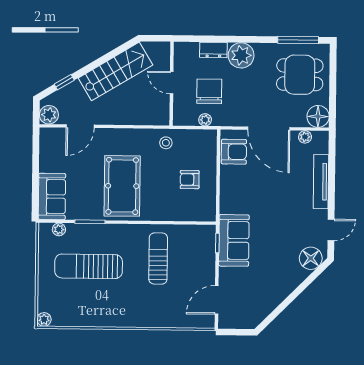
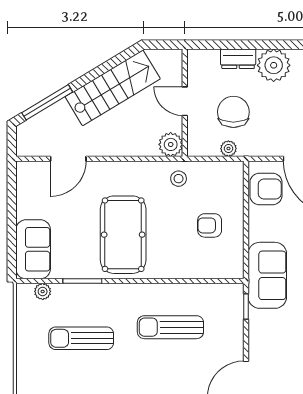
window: (64, 82) -> (47, 102), width x2.17
plant: (49, 115) -> (171, 144), moved
sofa: (234, 240) -> (267, 275), moved
sun lounger: (158, 258) -> (170, 327), turned -90
sun lounger: (89, 266) -> (81, 338), width x0.73, depth x0.75

